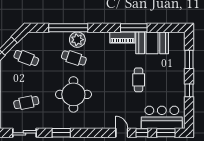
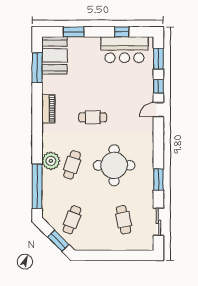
window: (68, 28) -> (37, 186), moved
window: (134, 28) -> (37, 68), moved
booth: (152, 43) -> (55, 55), moved
cafe table: (139, 80) -> (93, 117), moved
window: (189, 90) -> (122, 32), moved
bar counter: (162, 117) -> (124, 50), moved, turned -90

